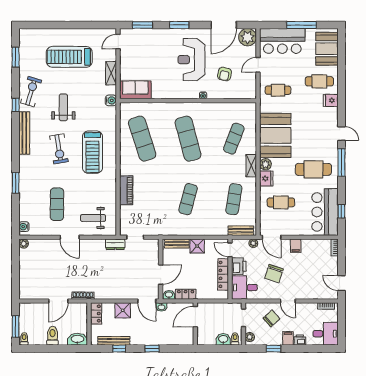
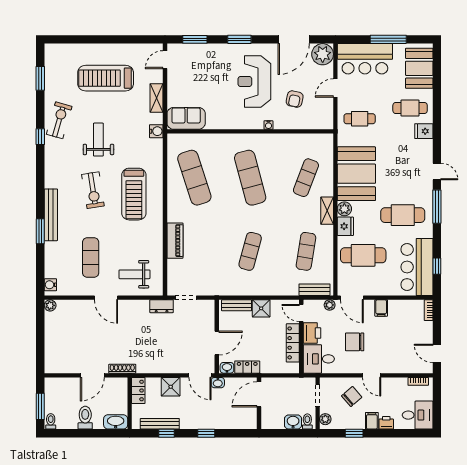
bench: (24, 133) -> (51, 215), moved
cafe table: (281, 202) -> (363, 255), width x1.37, depth x1.35
chair: (274, 274) -> (355, 342), turned 72

